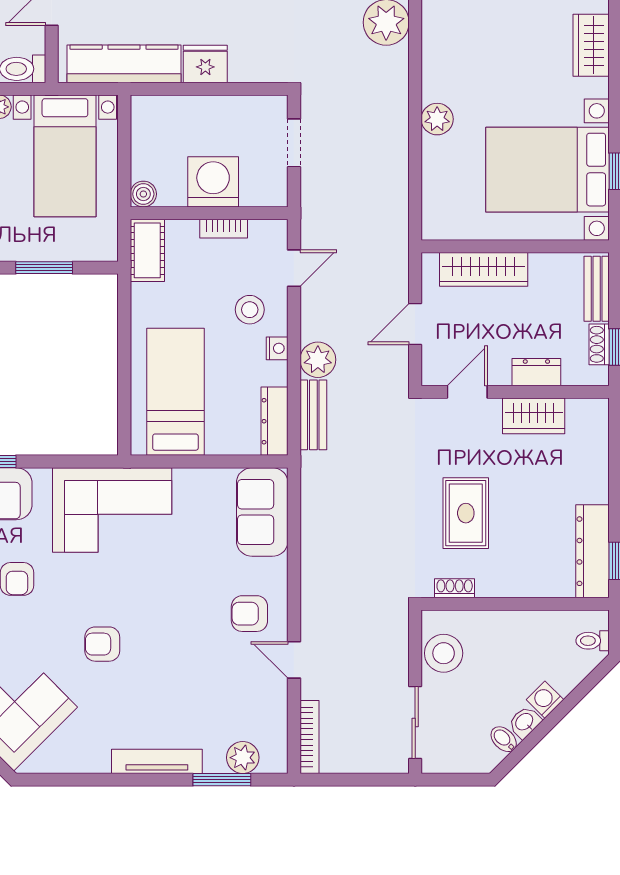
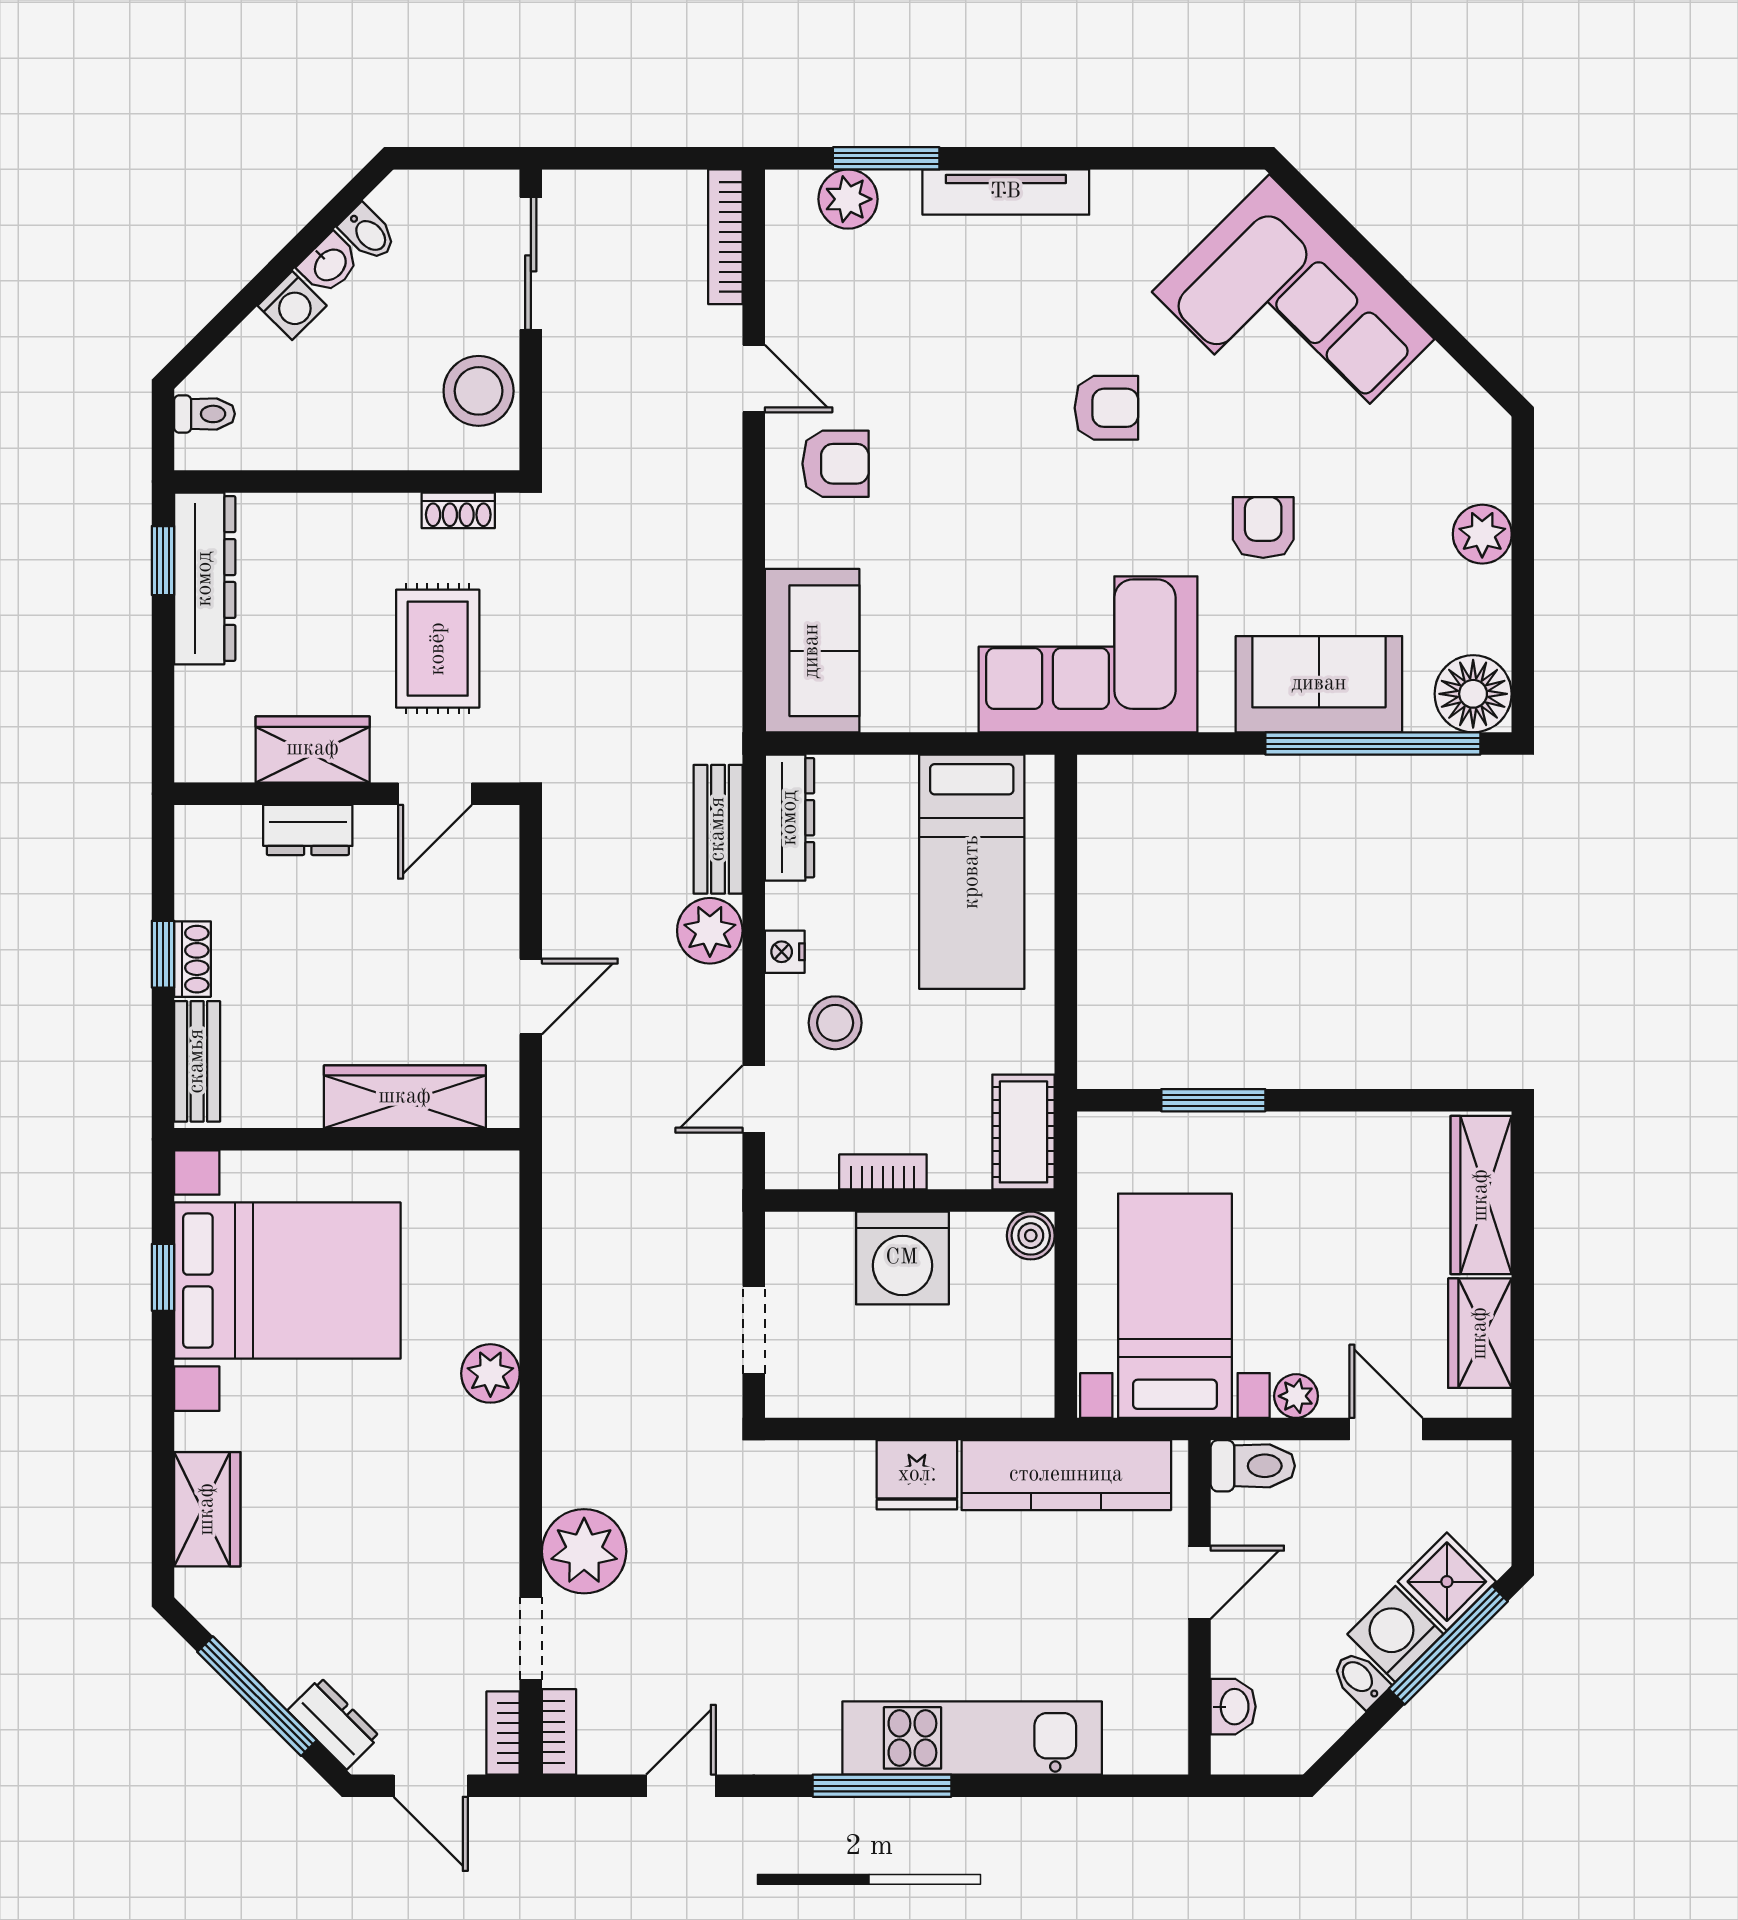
dresser: (536, 372) -> (308, 830), moved
door: (467, 392) -> (435, 794), moved
wall: (515, 392) -> (347, 794), moved
wardrobe: (534, 416) -> (313, 749), moved

